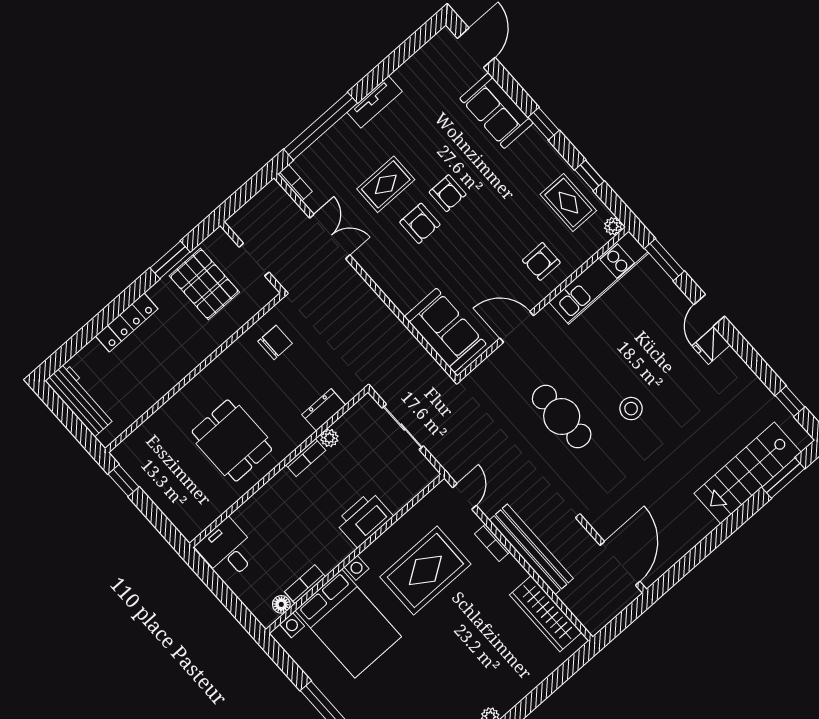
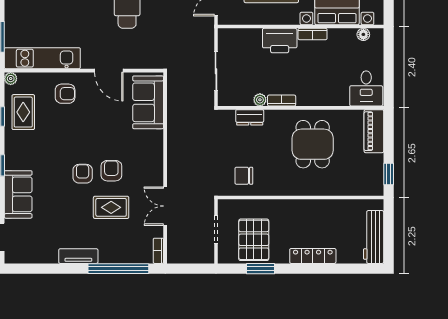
piano: (179, 512) -> (374, 131), added
bookcase: (305, 584) -> (313, 34), moved

